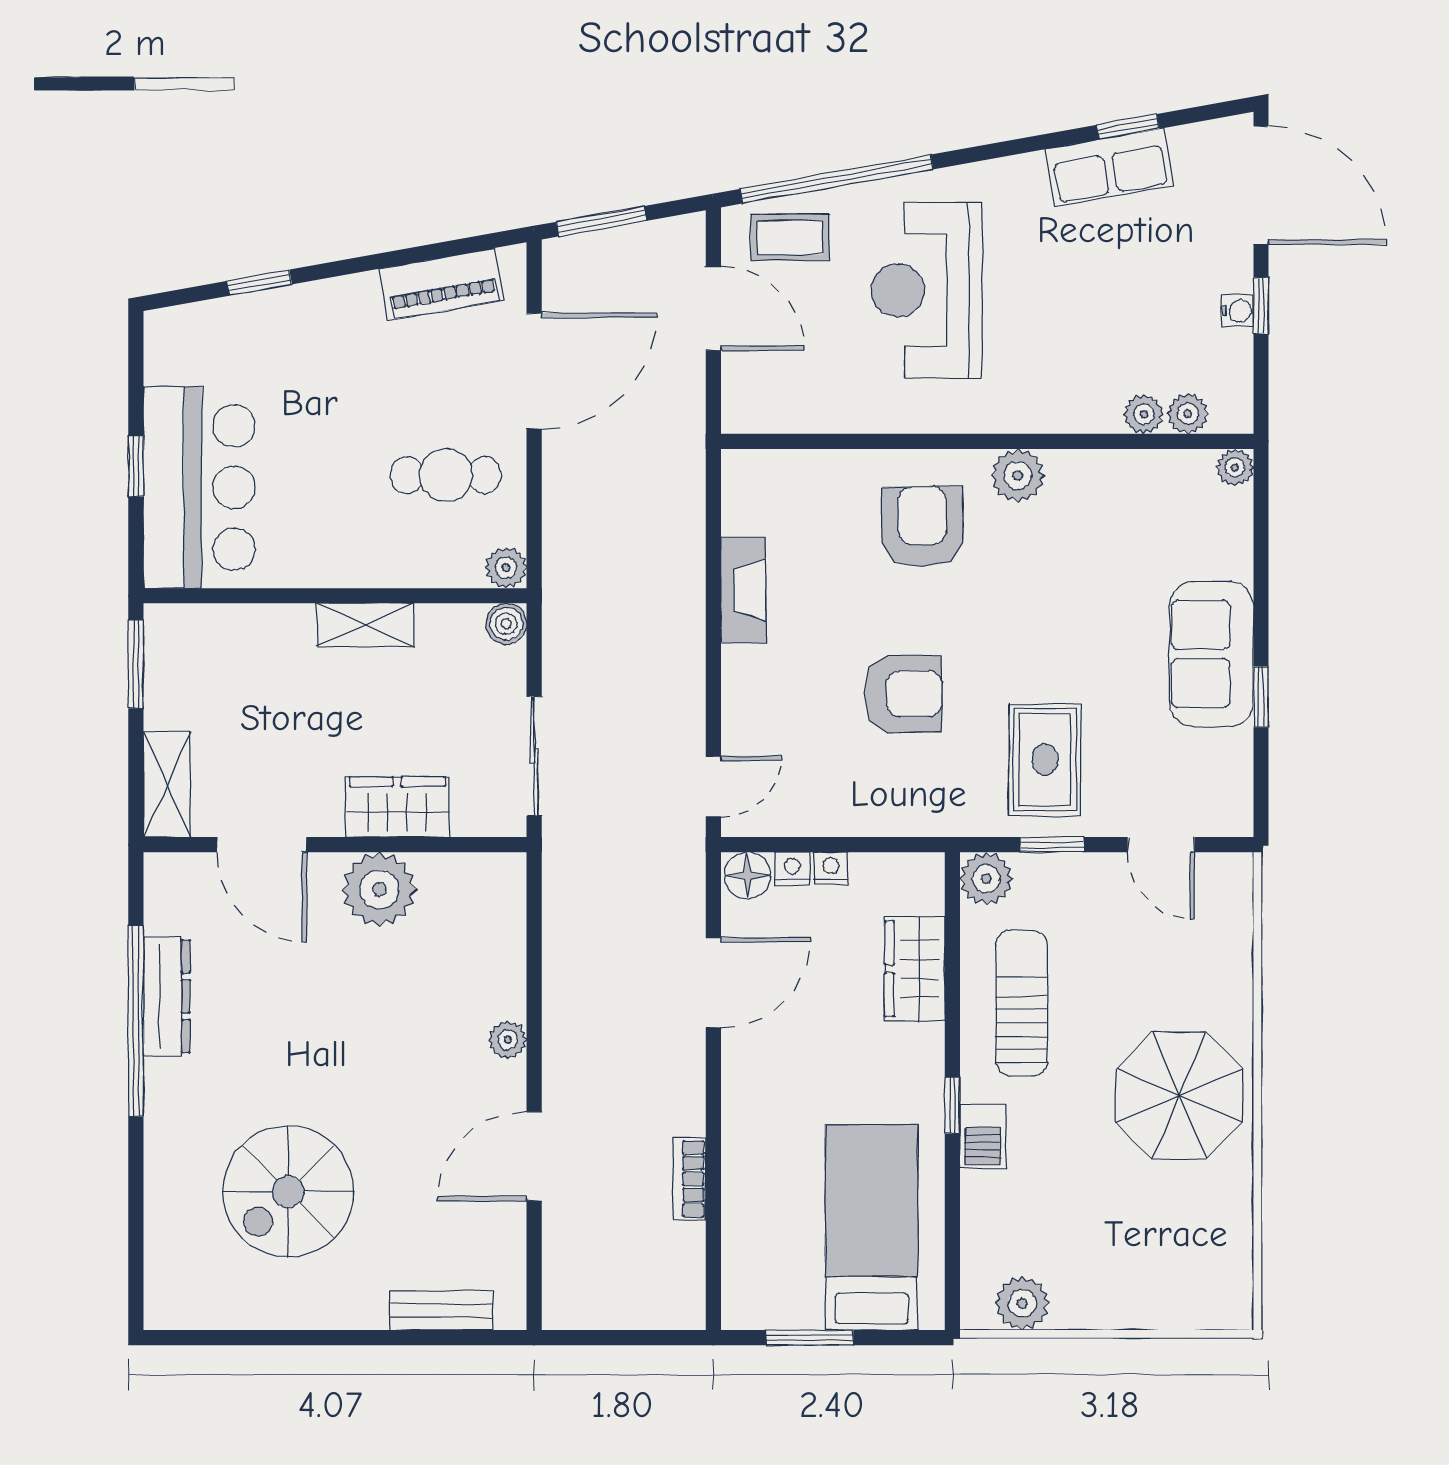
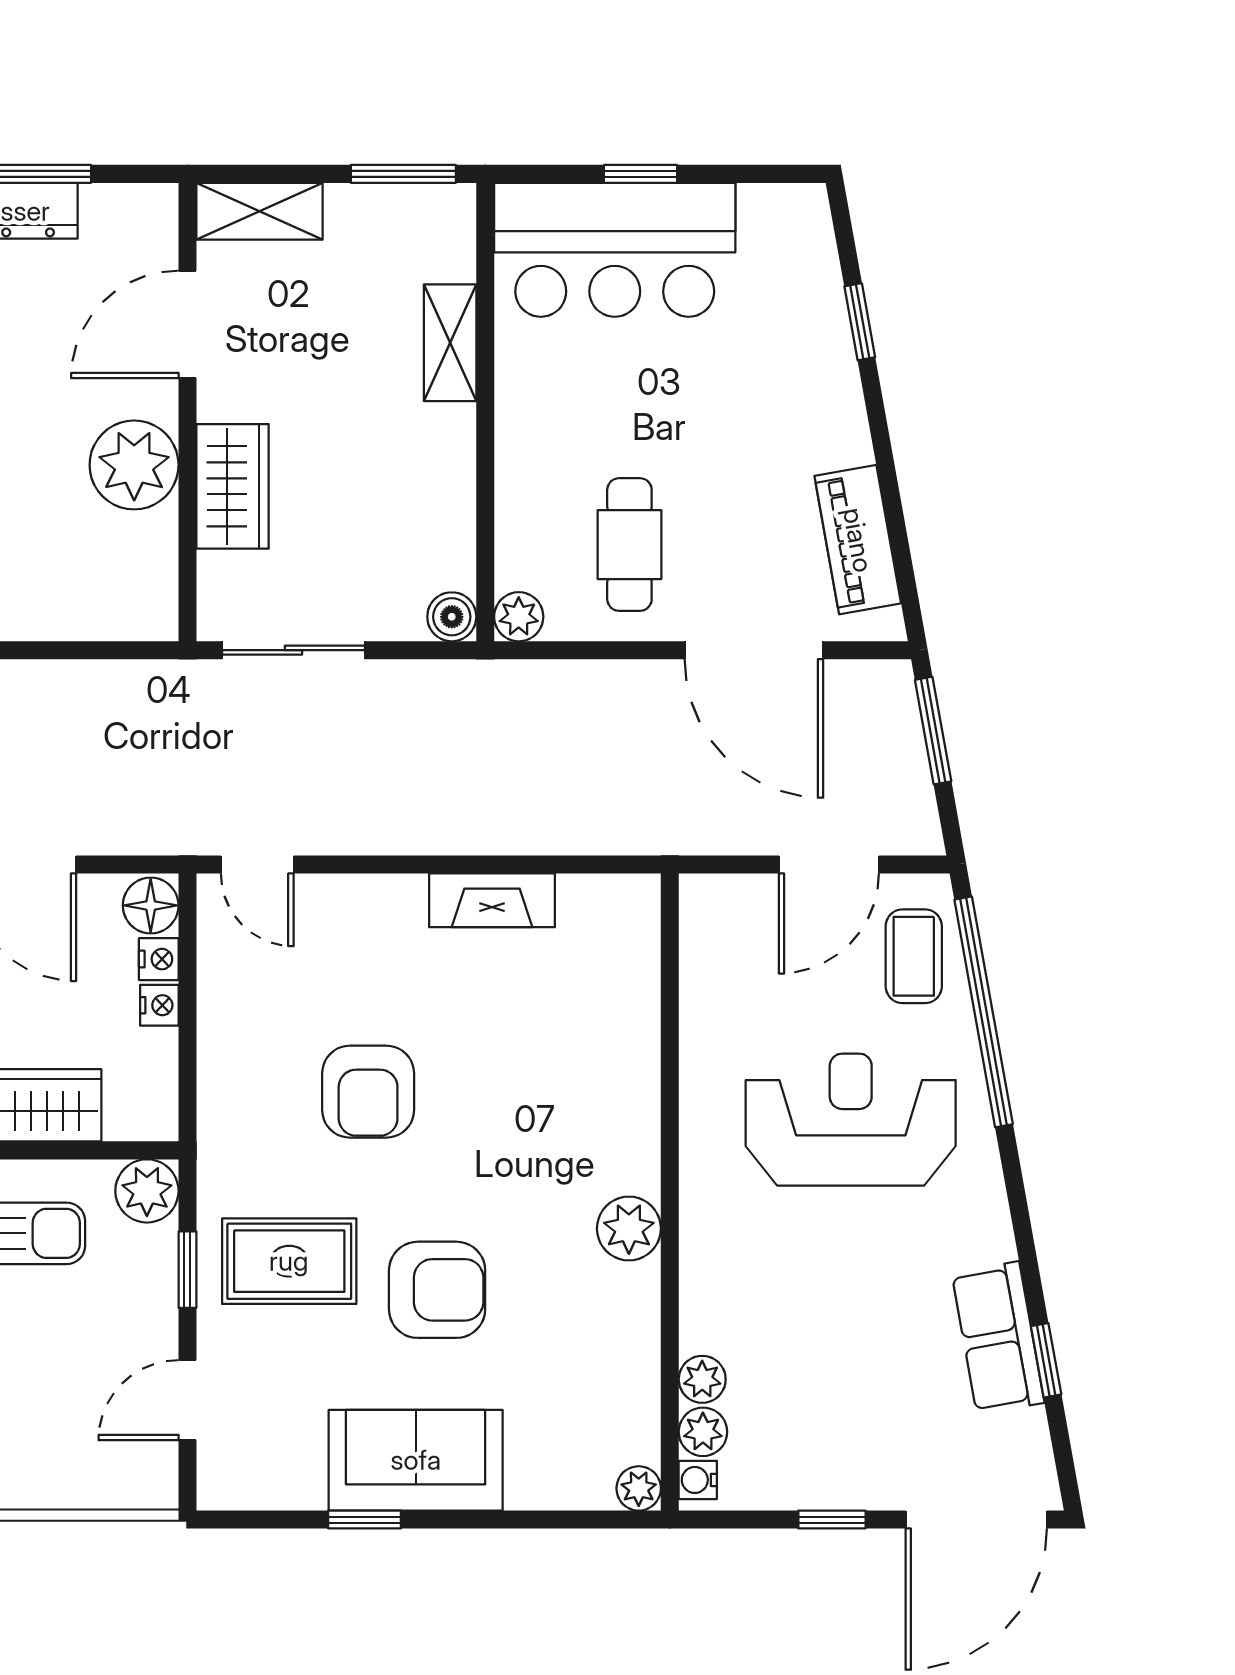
water cooler: (1238, 311) -> (698, 1480), moved, turned 90
armchair: (922, 527) -> (437, 1290), moved
shelving: (365, 625) -> (450, 343), moved

